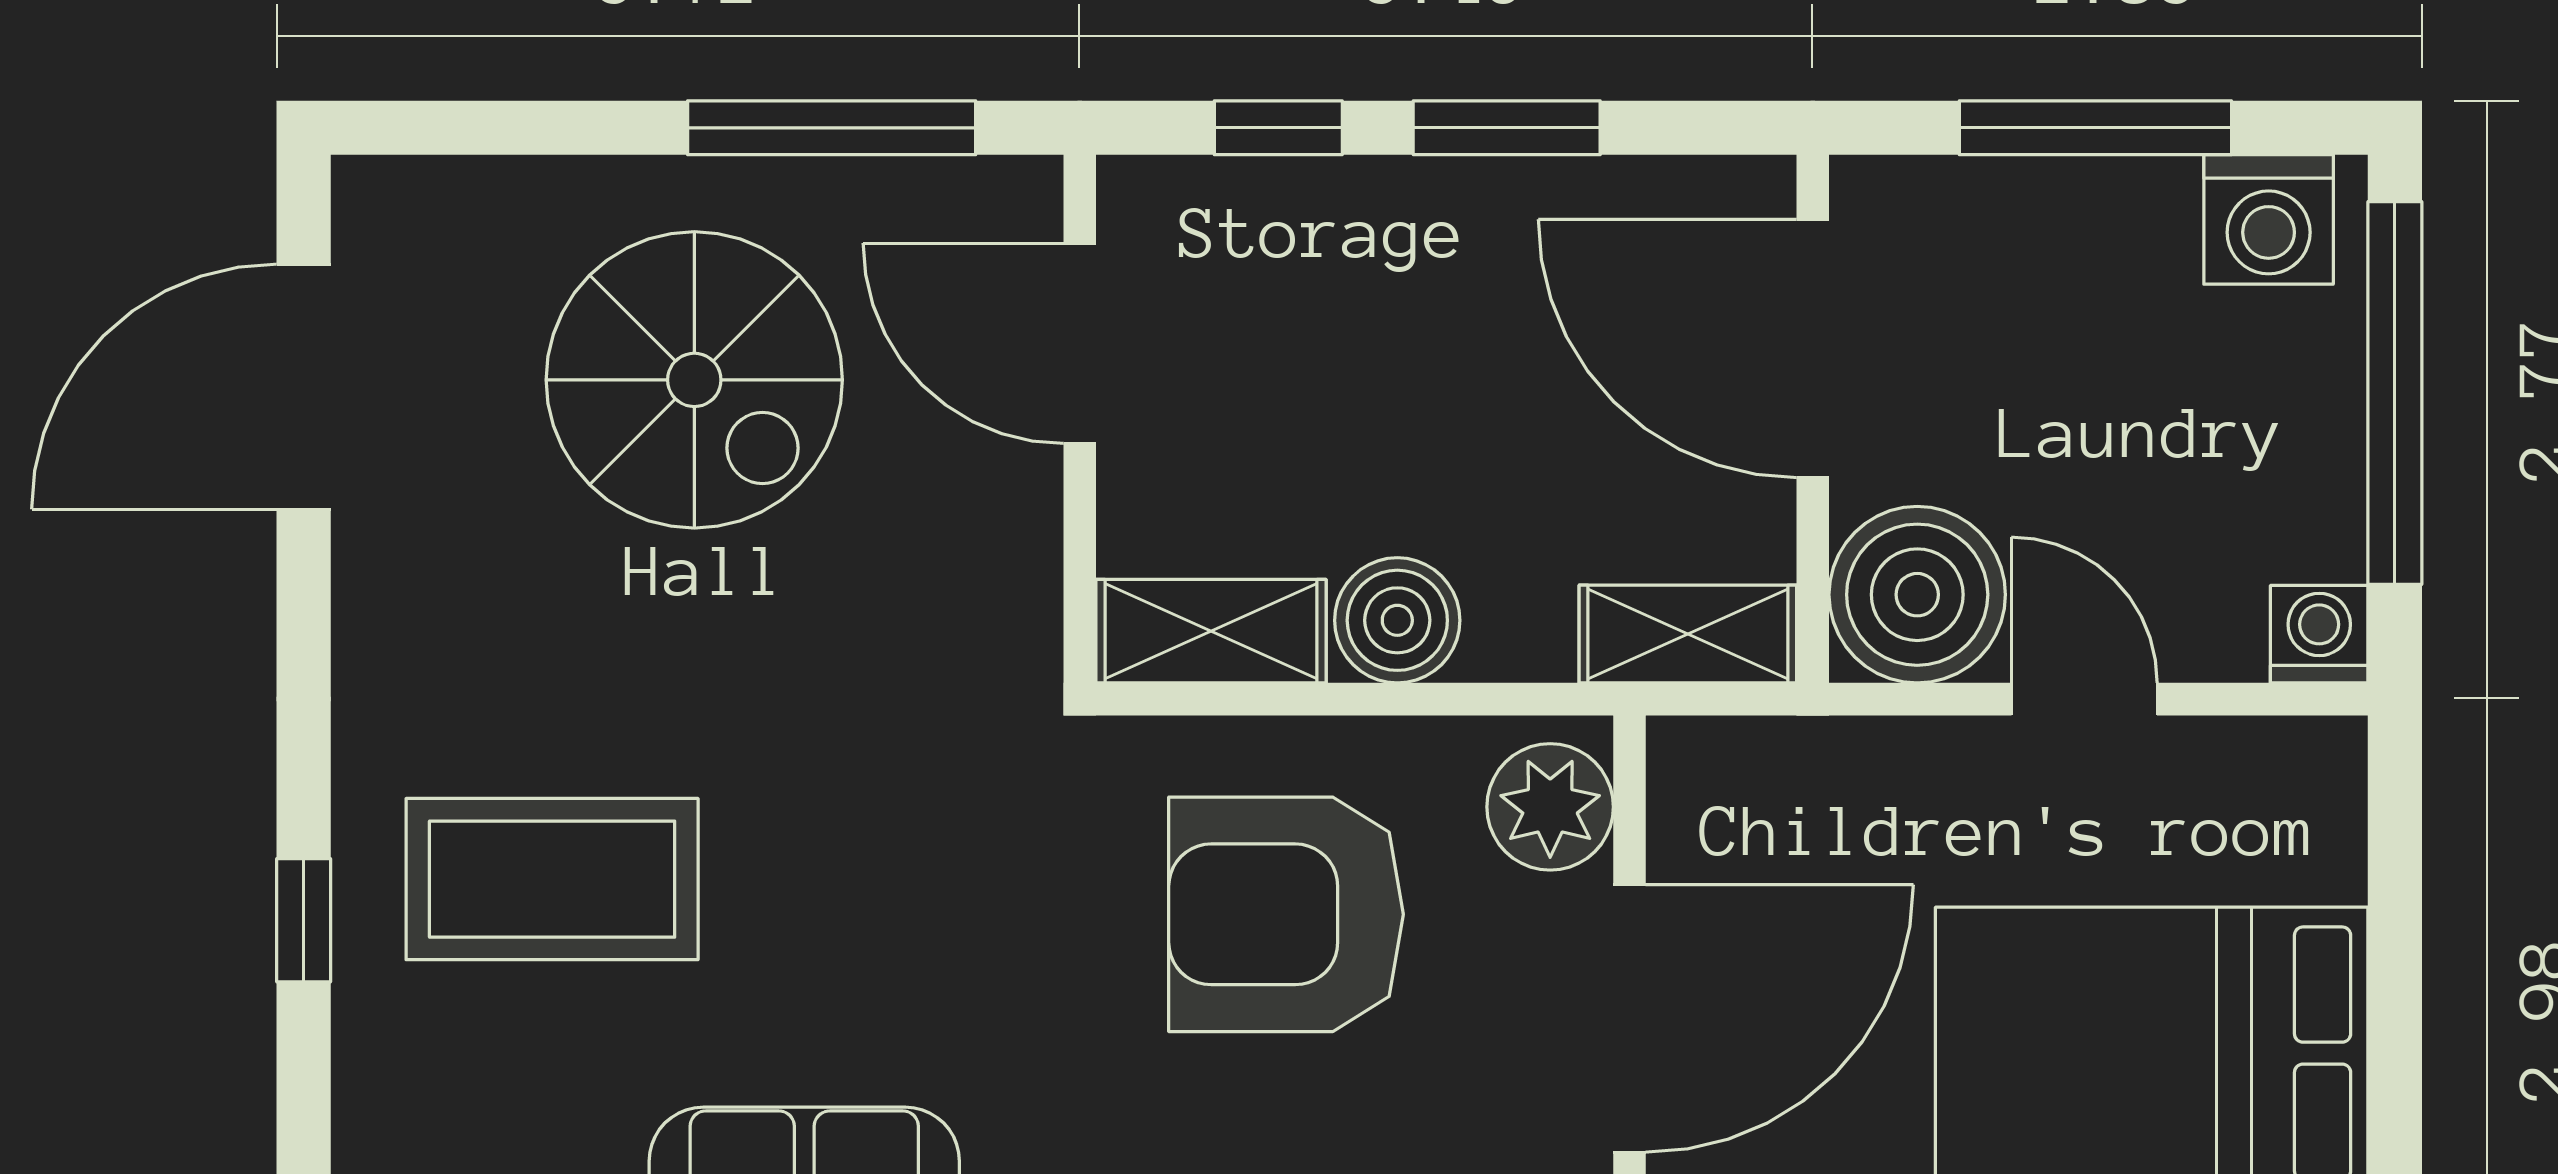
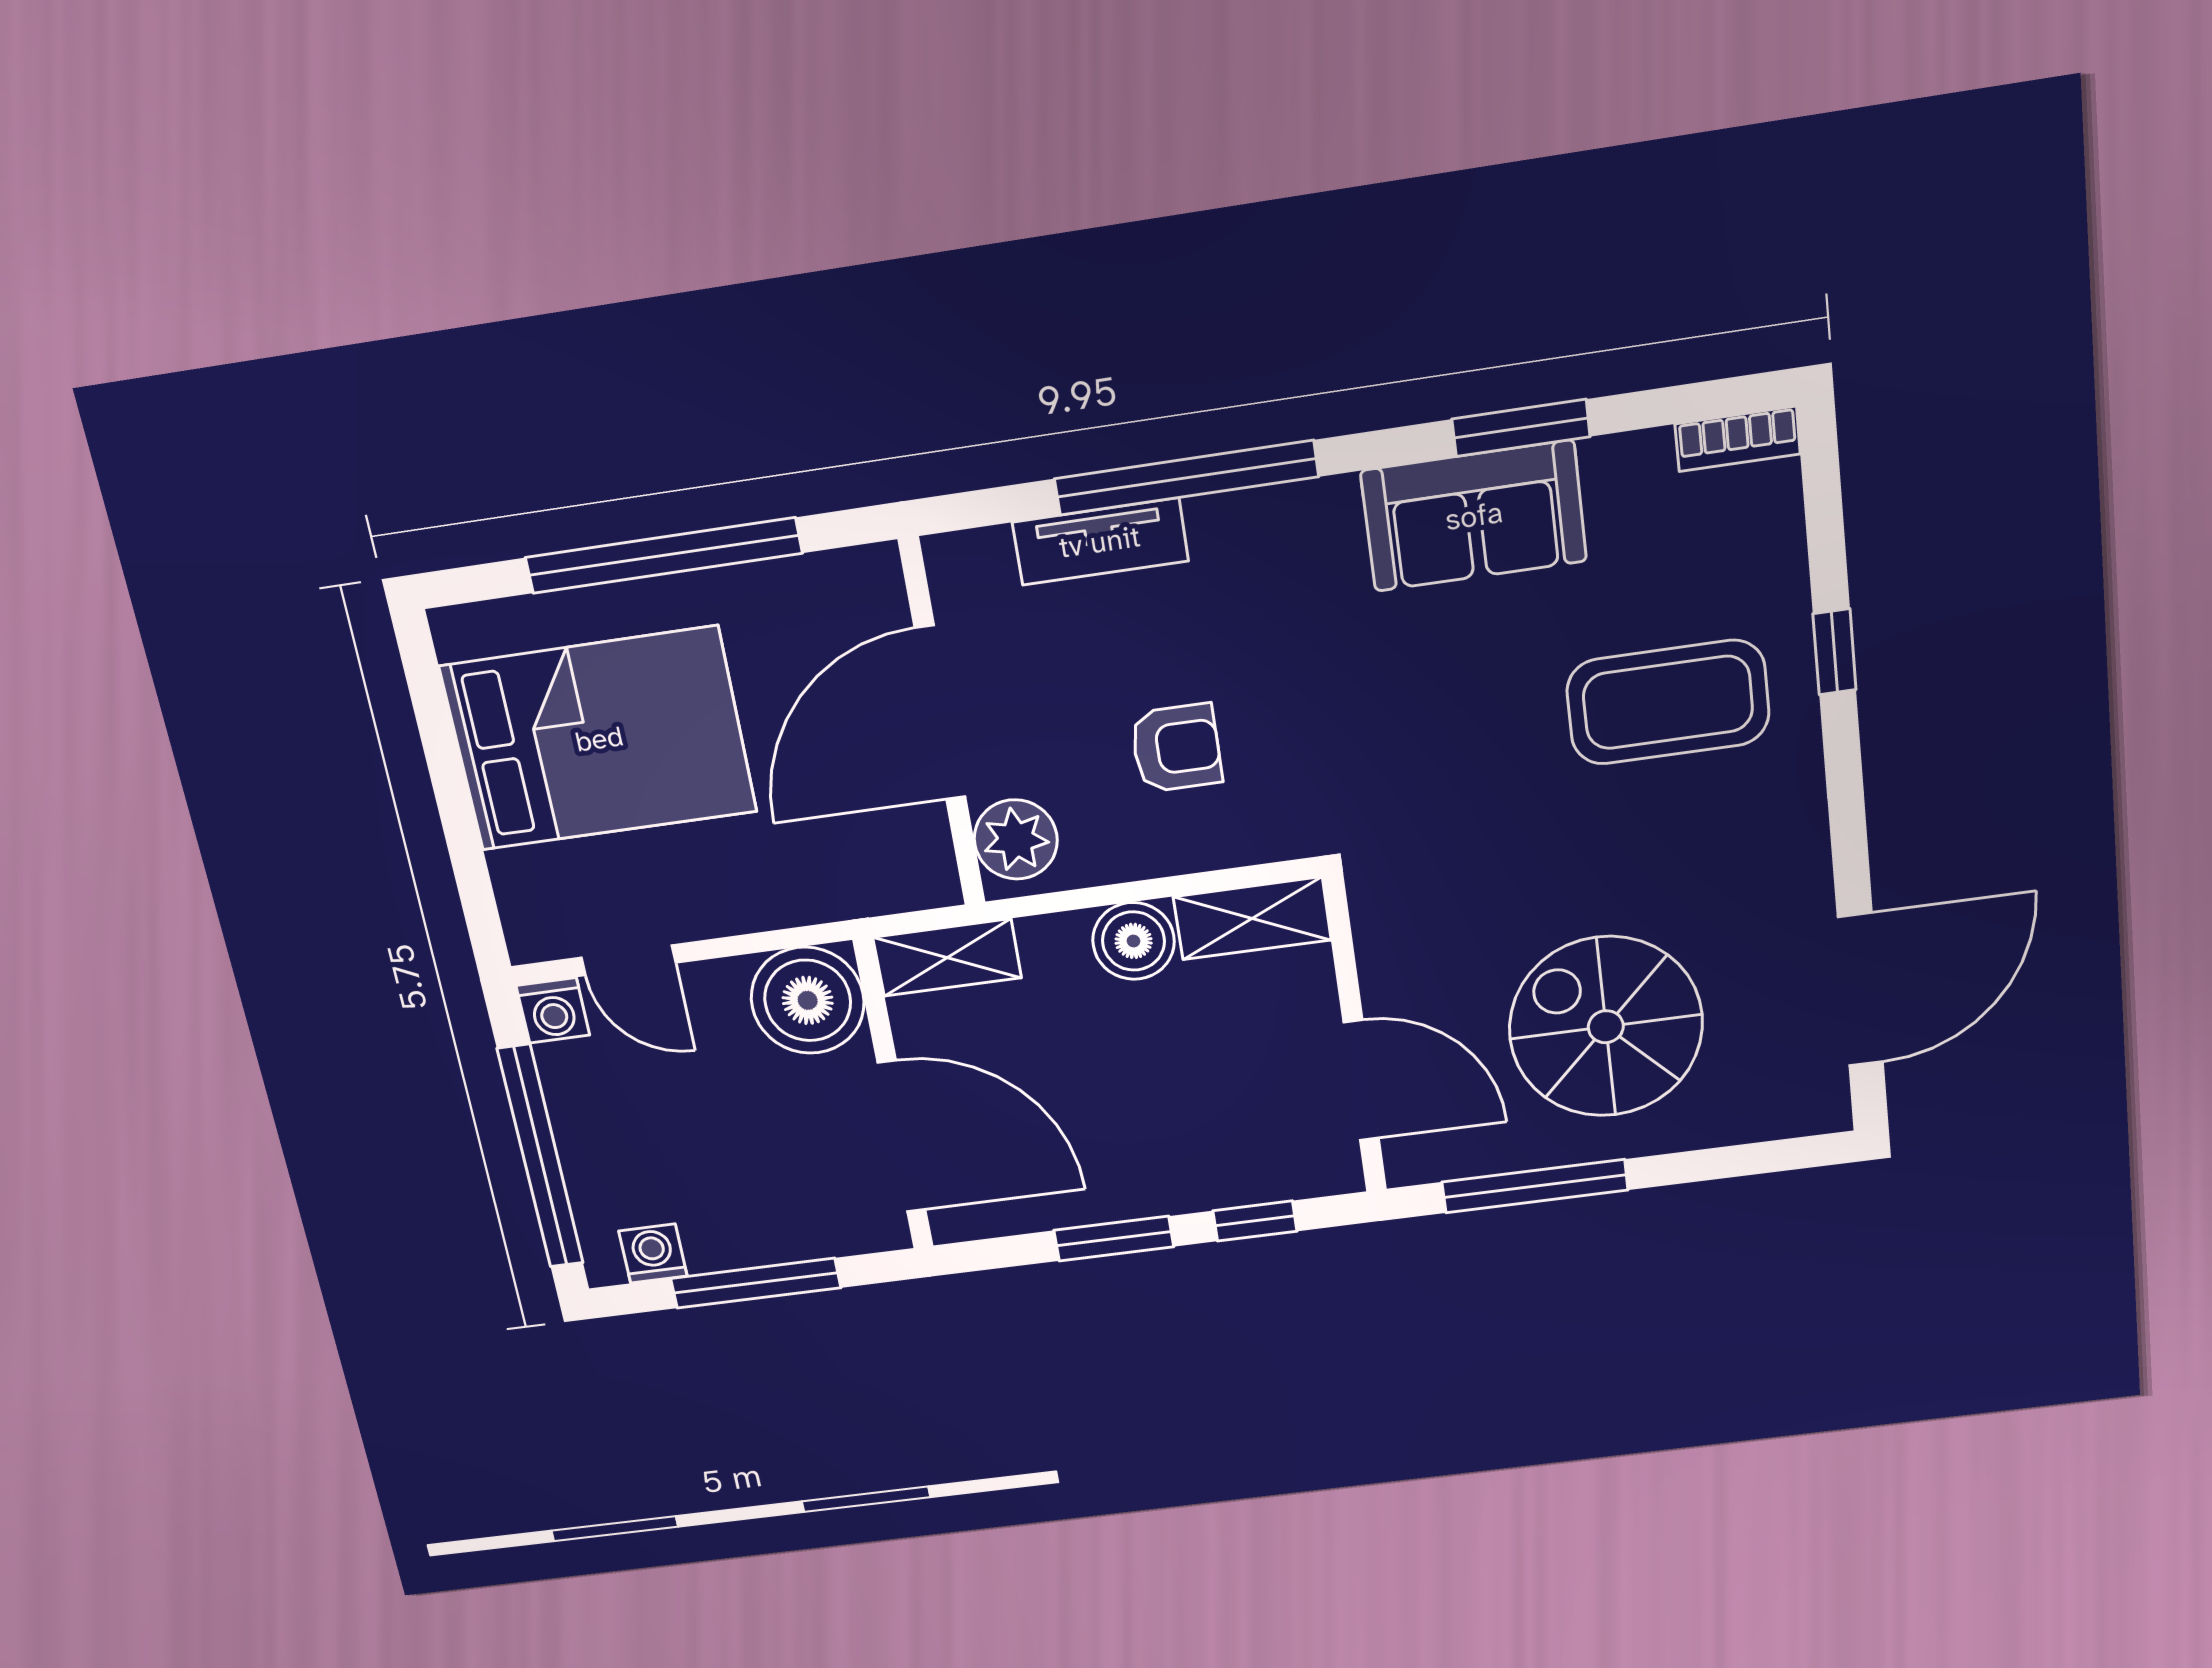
washing machine: (2269, 219) -> (653, 1254), width x0.73, depth x0.73
door: (2084, 699) -> (628, 960), moved
armchair: (1286, 914) -> (1176, 748), width x0.53, depth x0.53

